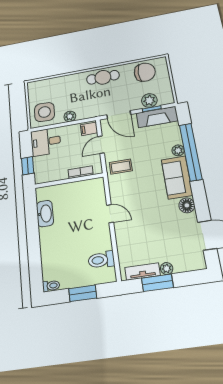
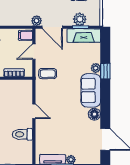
plant: (70, 116) -> (37, 21), moved
window: (191, 152) -> (105, 71), width x0.32
toilet: (101, 260) -> (22, 134), moved

